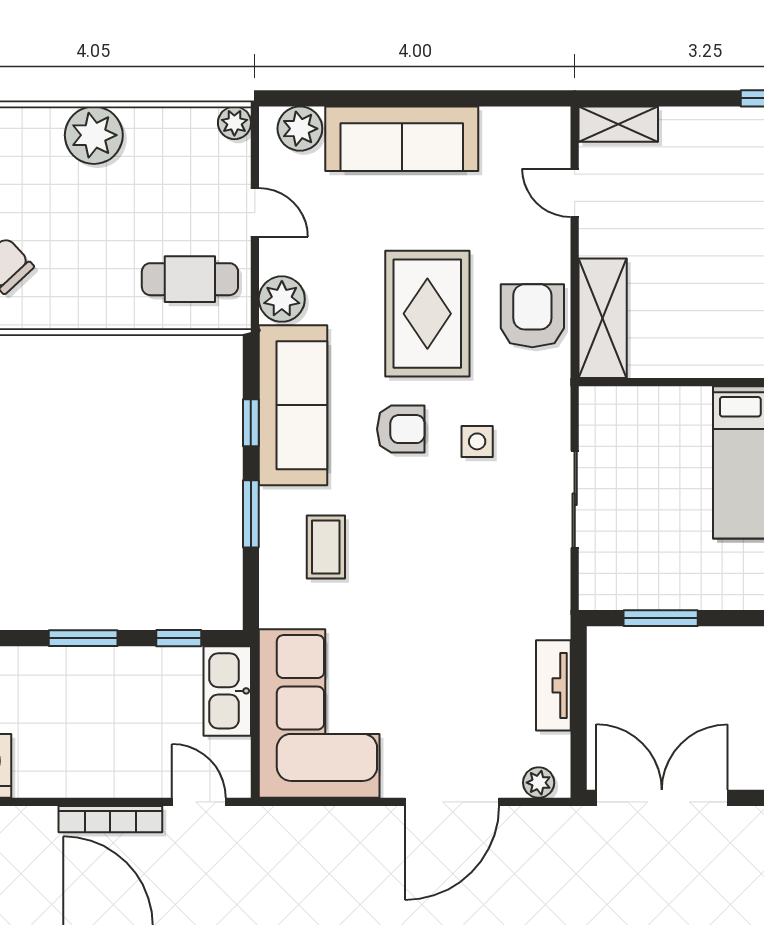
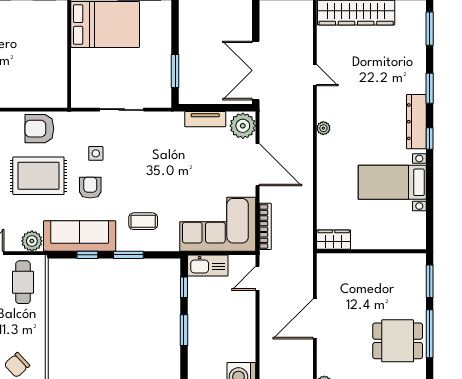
shelving: (603, 318) -> (41, 97), removed
plant: (539, 783) -> (243, 126), width x1.87, depth x1.87
bookcase: (110, 819) -> (265, 226), moved

